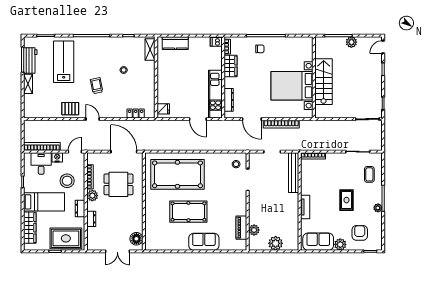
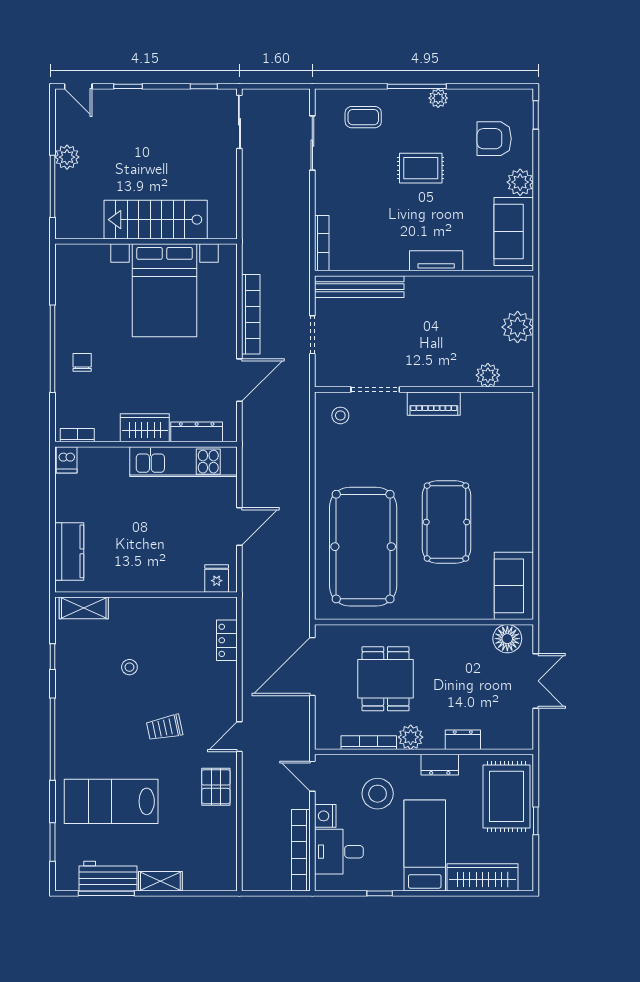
wardrobe: (231, 66) -> (145, 428), moved
door: (198, 119) -> (239, 527), moved
piano: (241, 228) -> (434, 404), moved
sofa: (204, 242) -> (514, 586), moved

